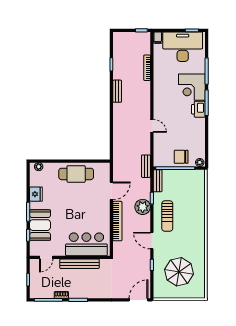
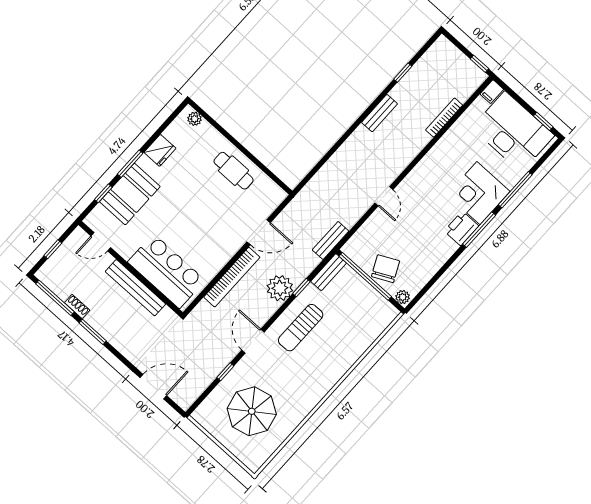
chair: (181, 157) -> (386, 269), turned 64
cafe table: (76, 174) -> (234, 171), width x0.73, depth x0.74
door: (138, 300) -> (153, 387), moved

